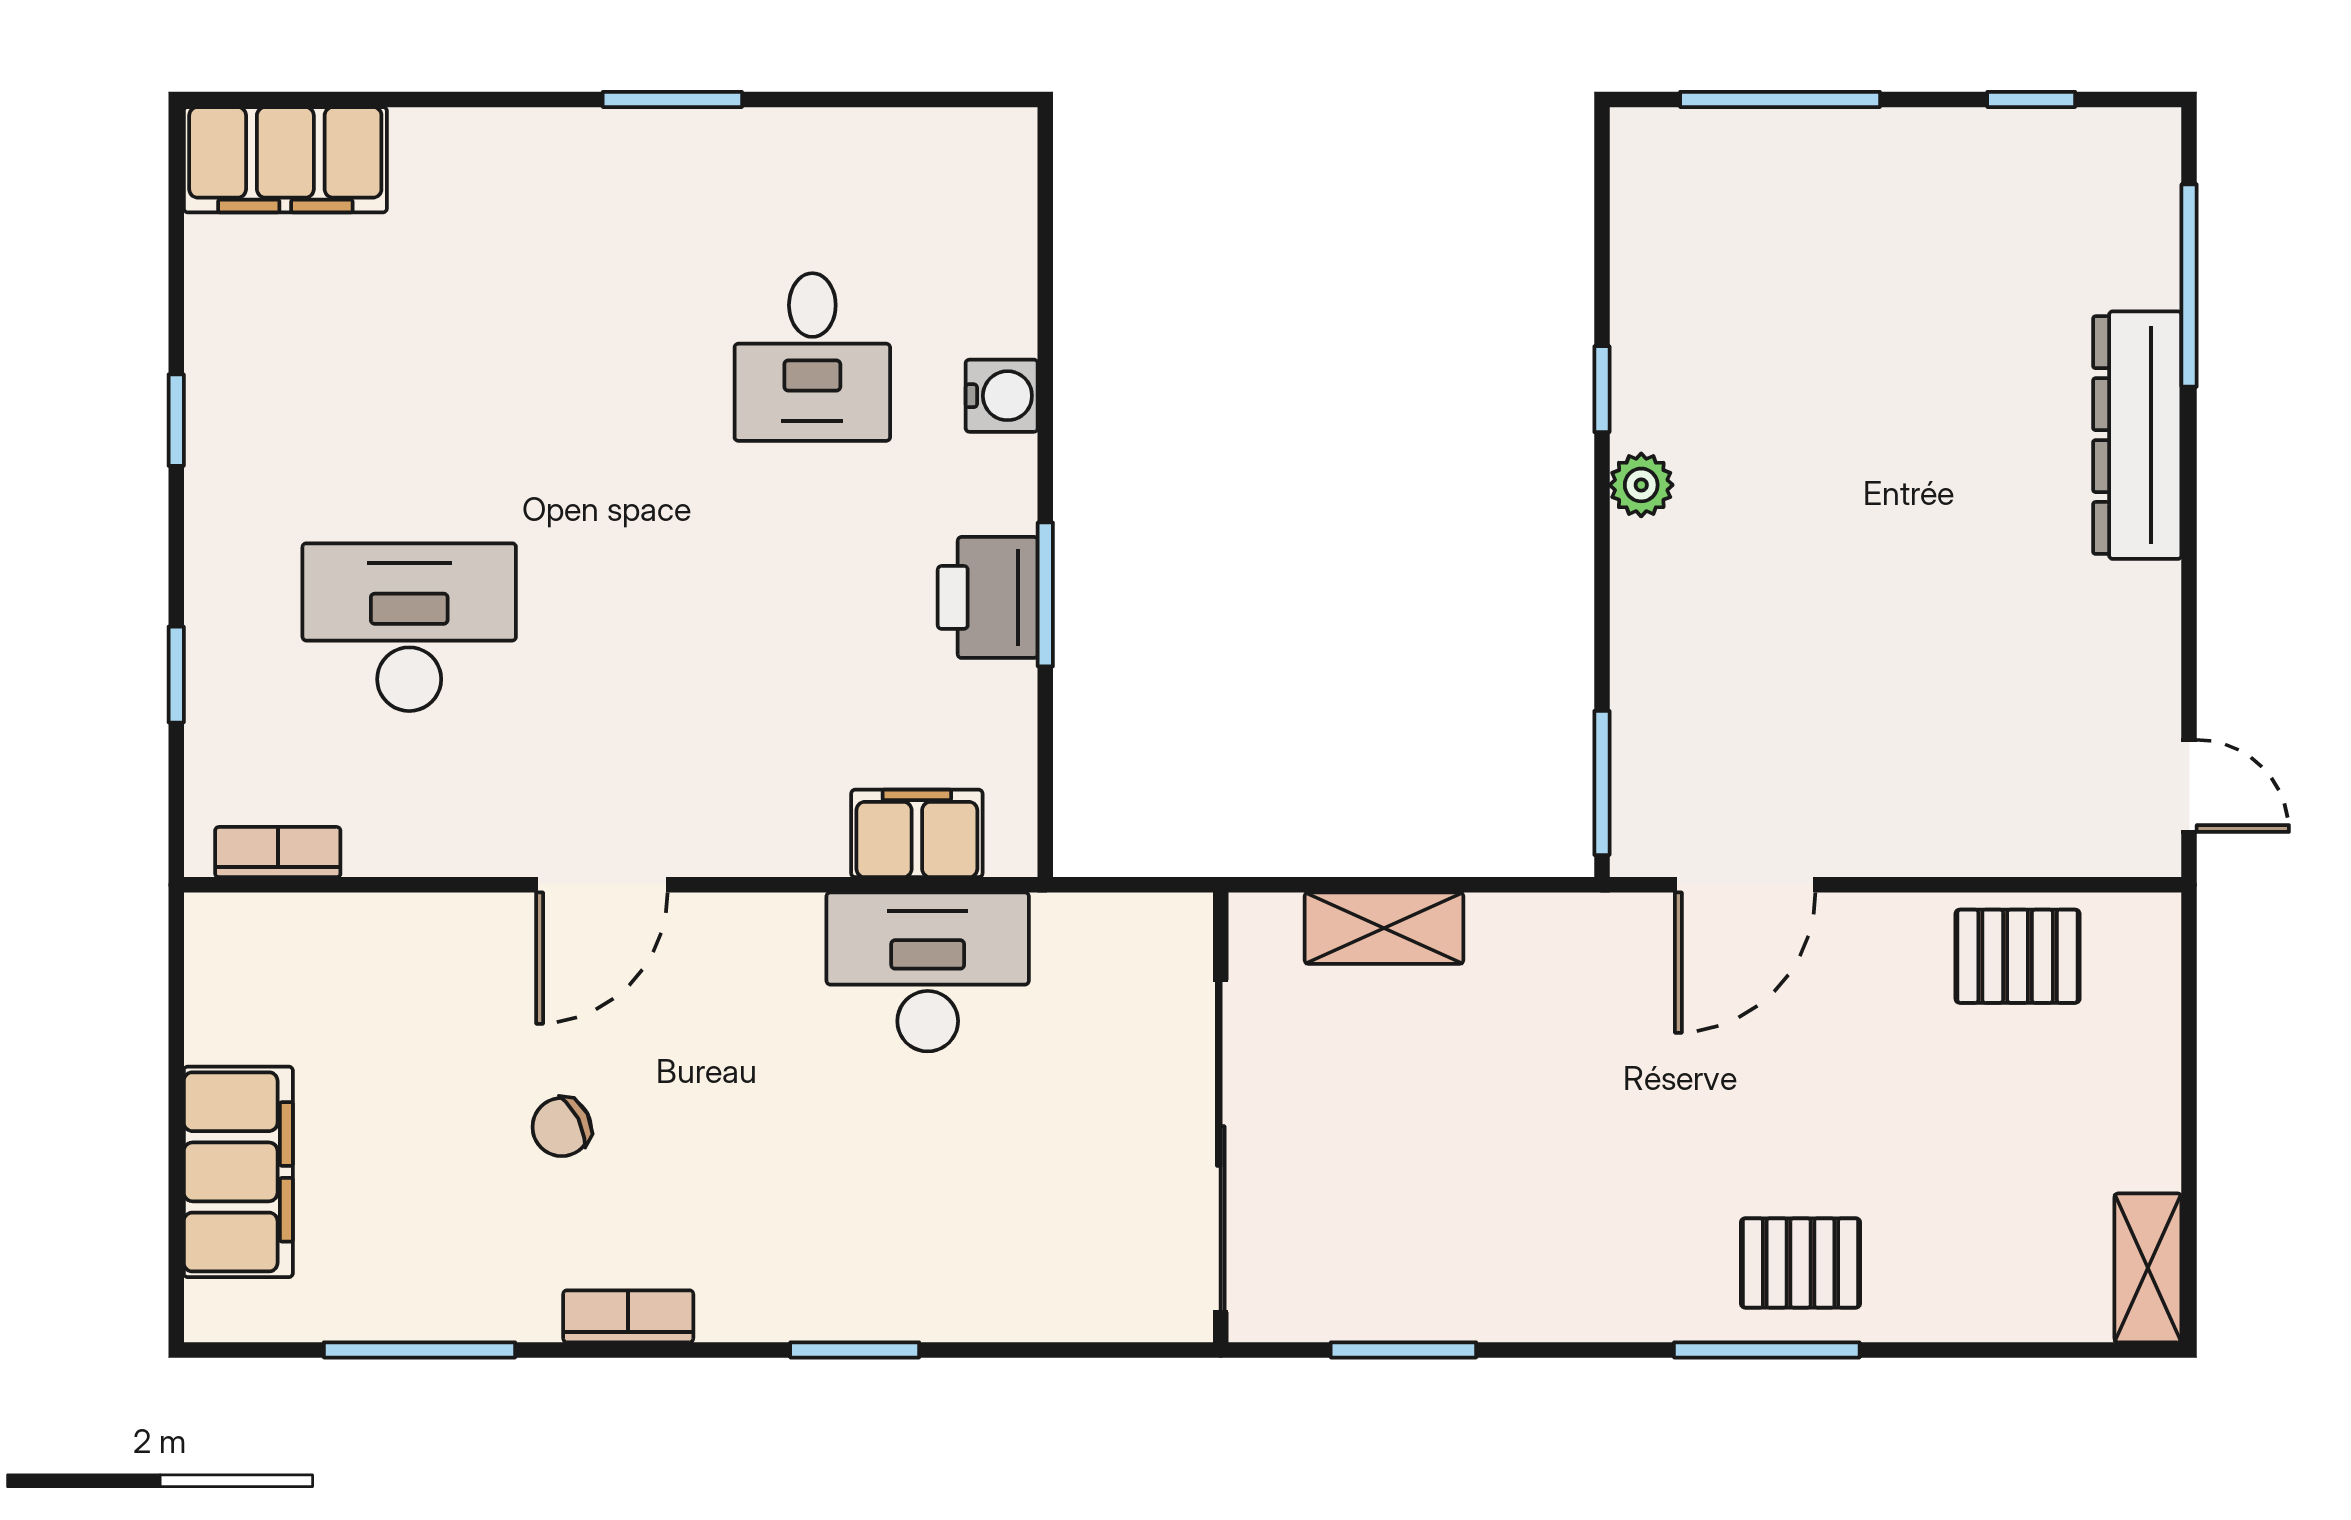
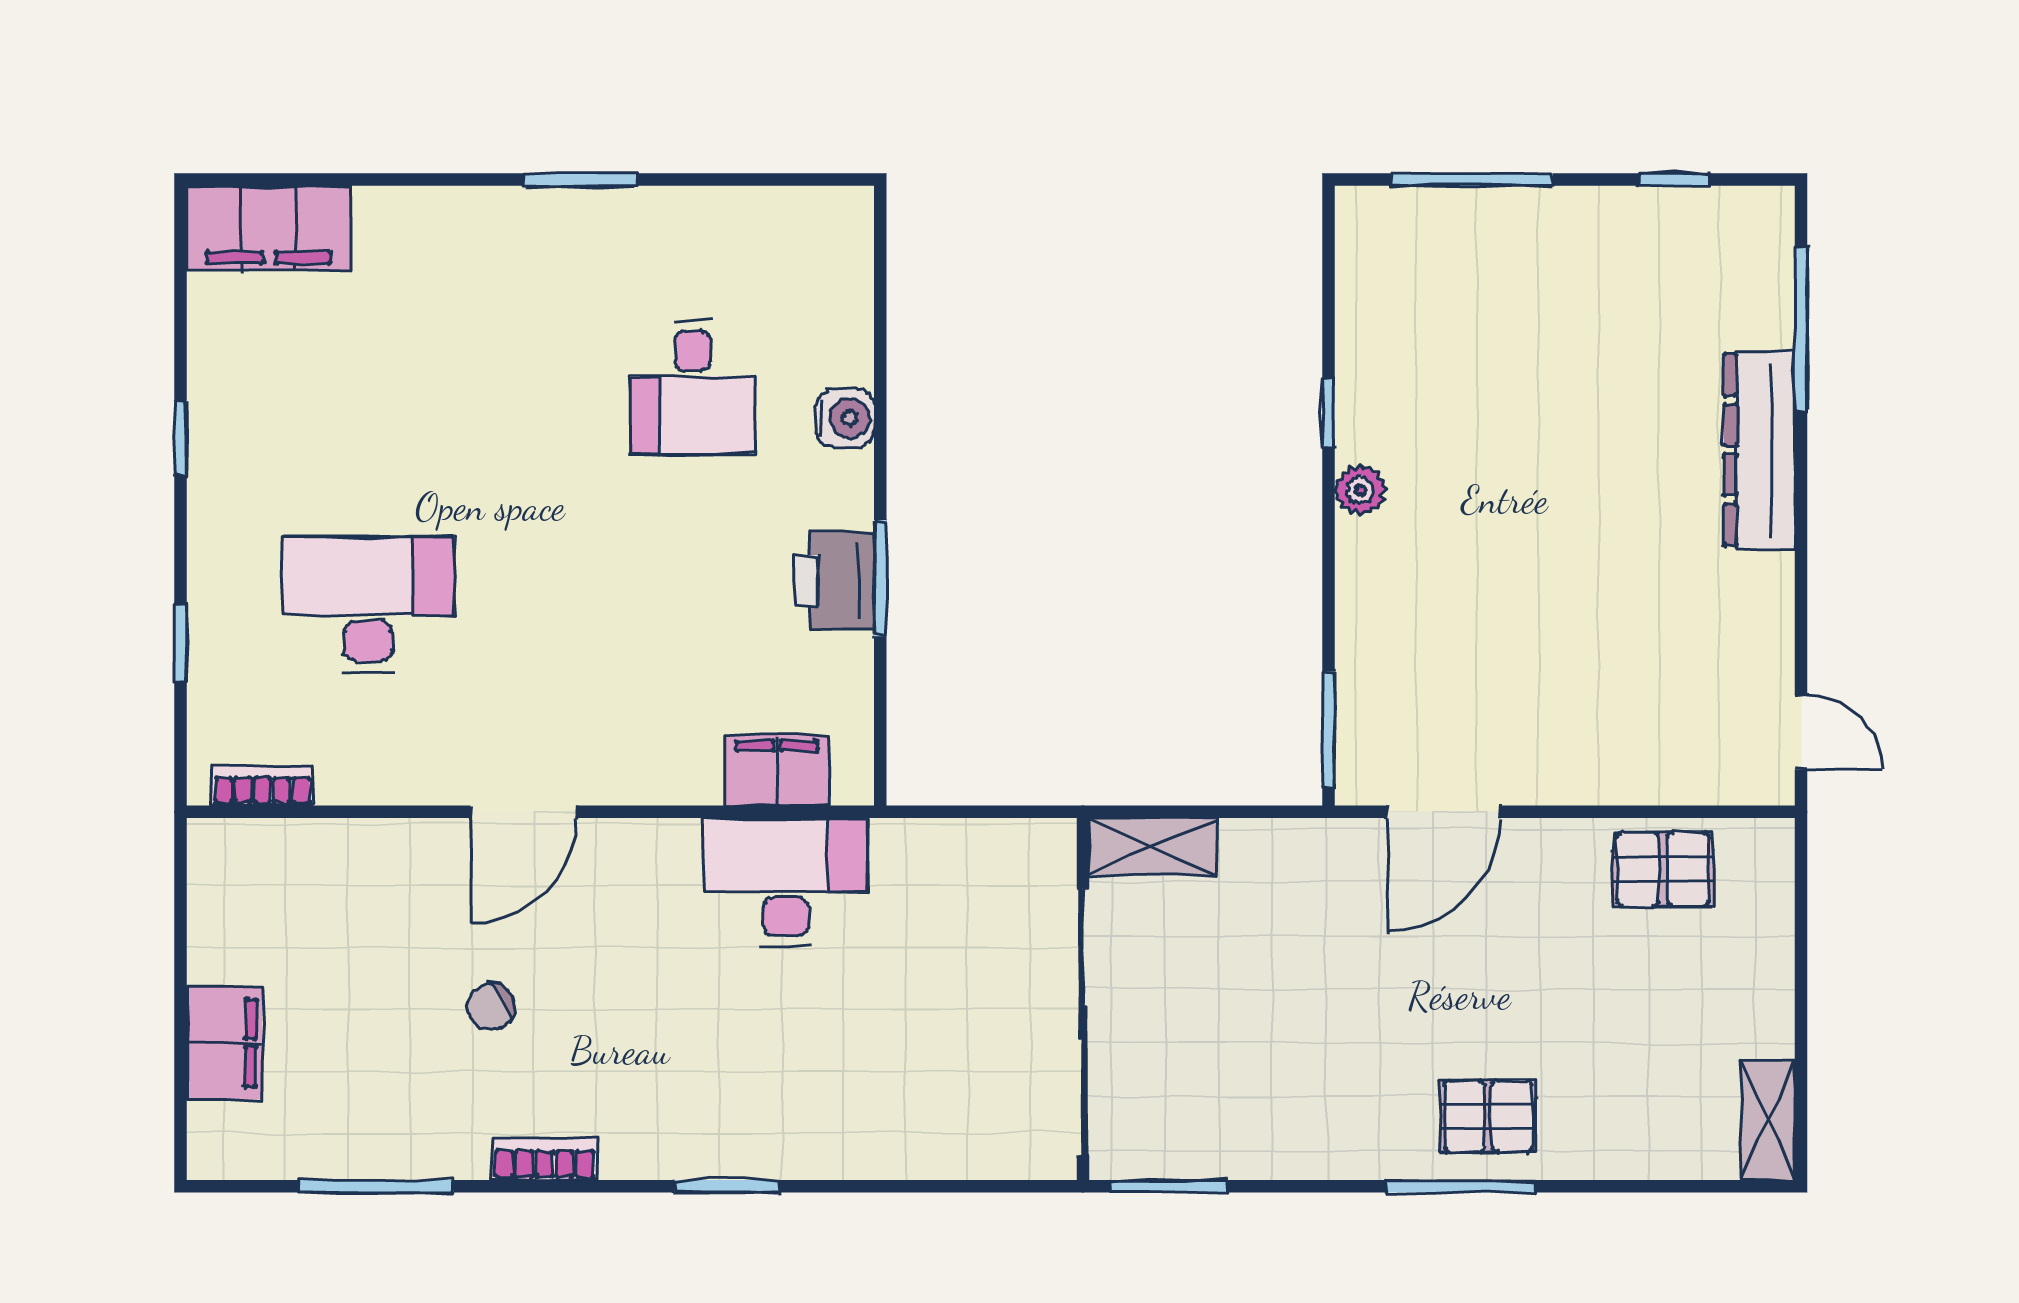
wall: (1221, 1117) -> (1083, 999), moved
sliding door: (1221, 1146) -> (1083, 1022), moved
filing cabinet: (238, 1172) -> (224, 1043), width x0.67, depth x0.86

